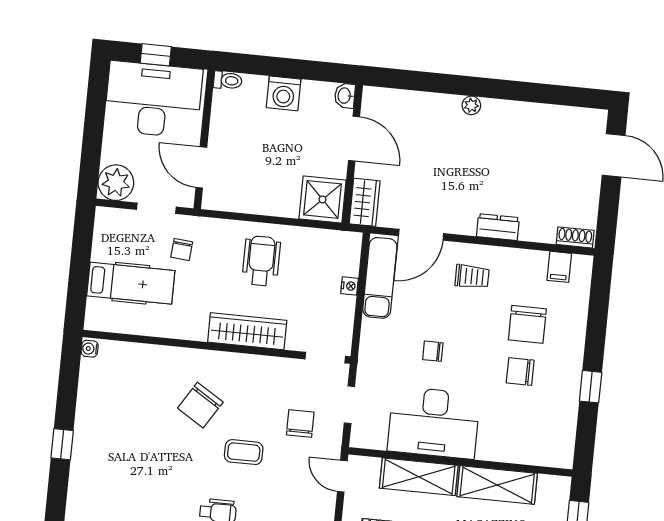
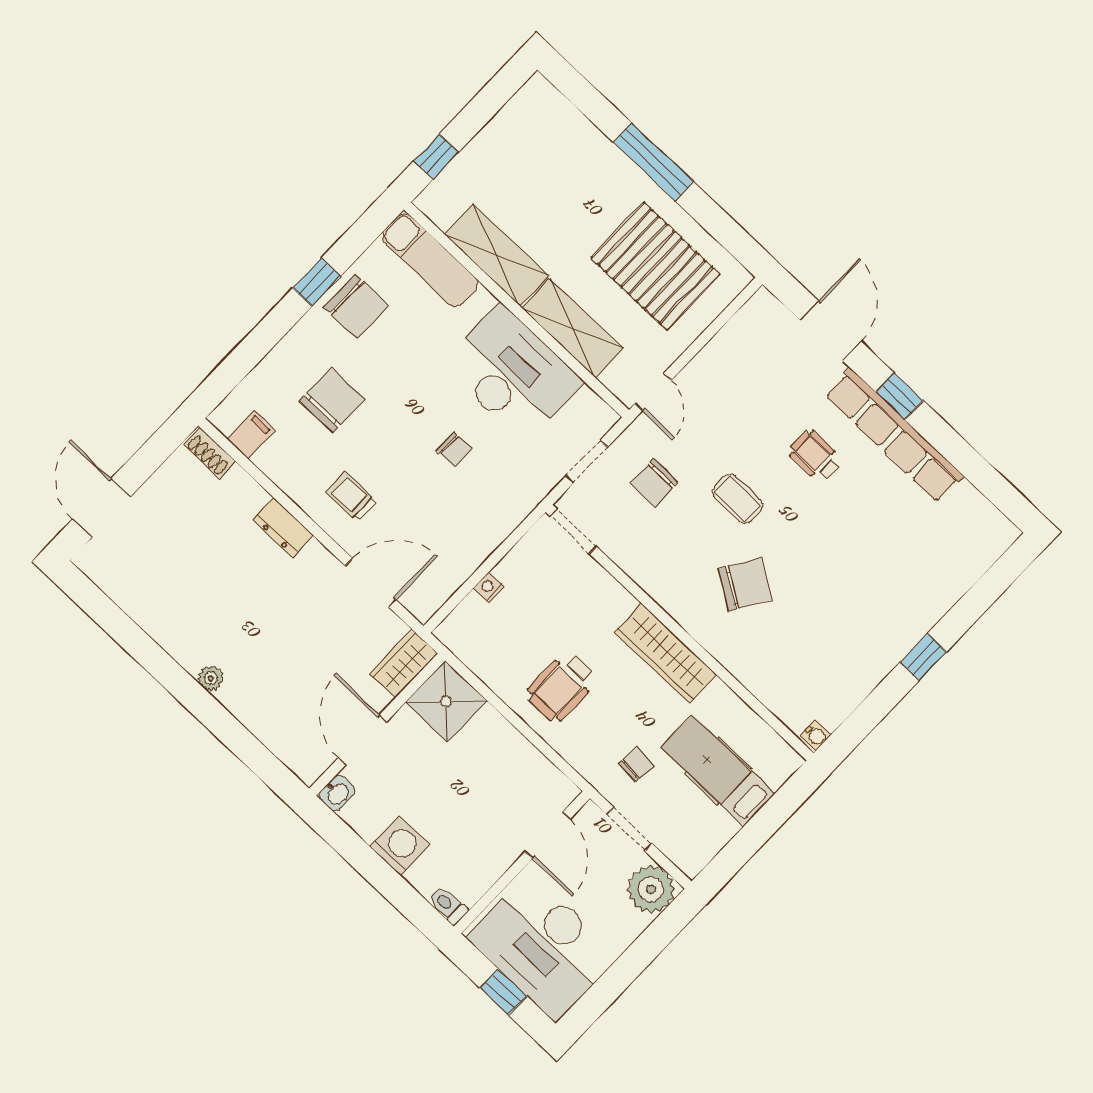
exam couch: (380, 278) -> (430, 260), moved, turned -90
wardrobe: (247, 331) -> (665, 653), moved
chair: (520, 372) -> (356, 307), moved, width x1.37, depth x1.37

